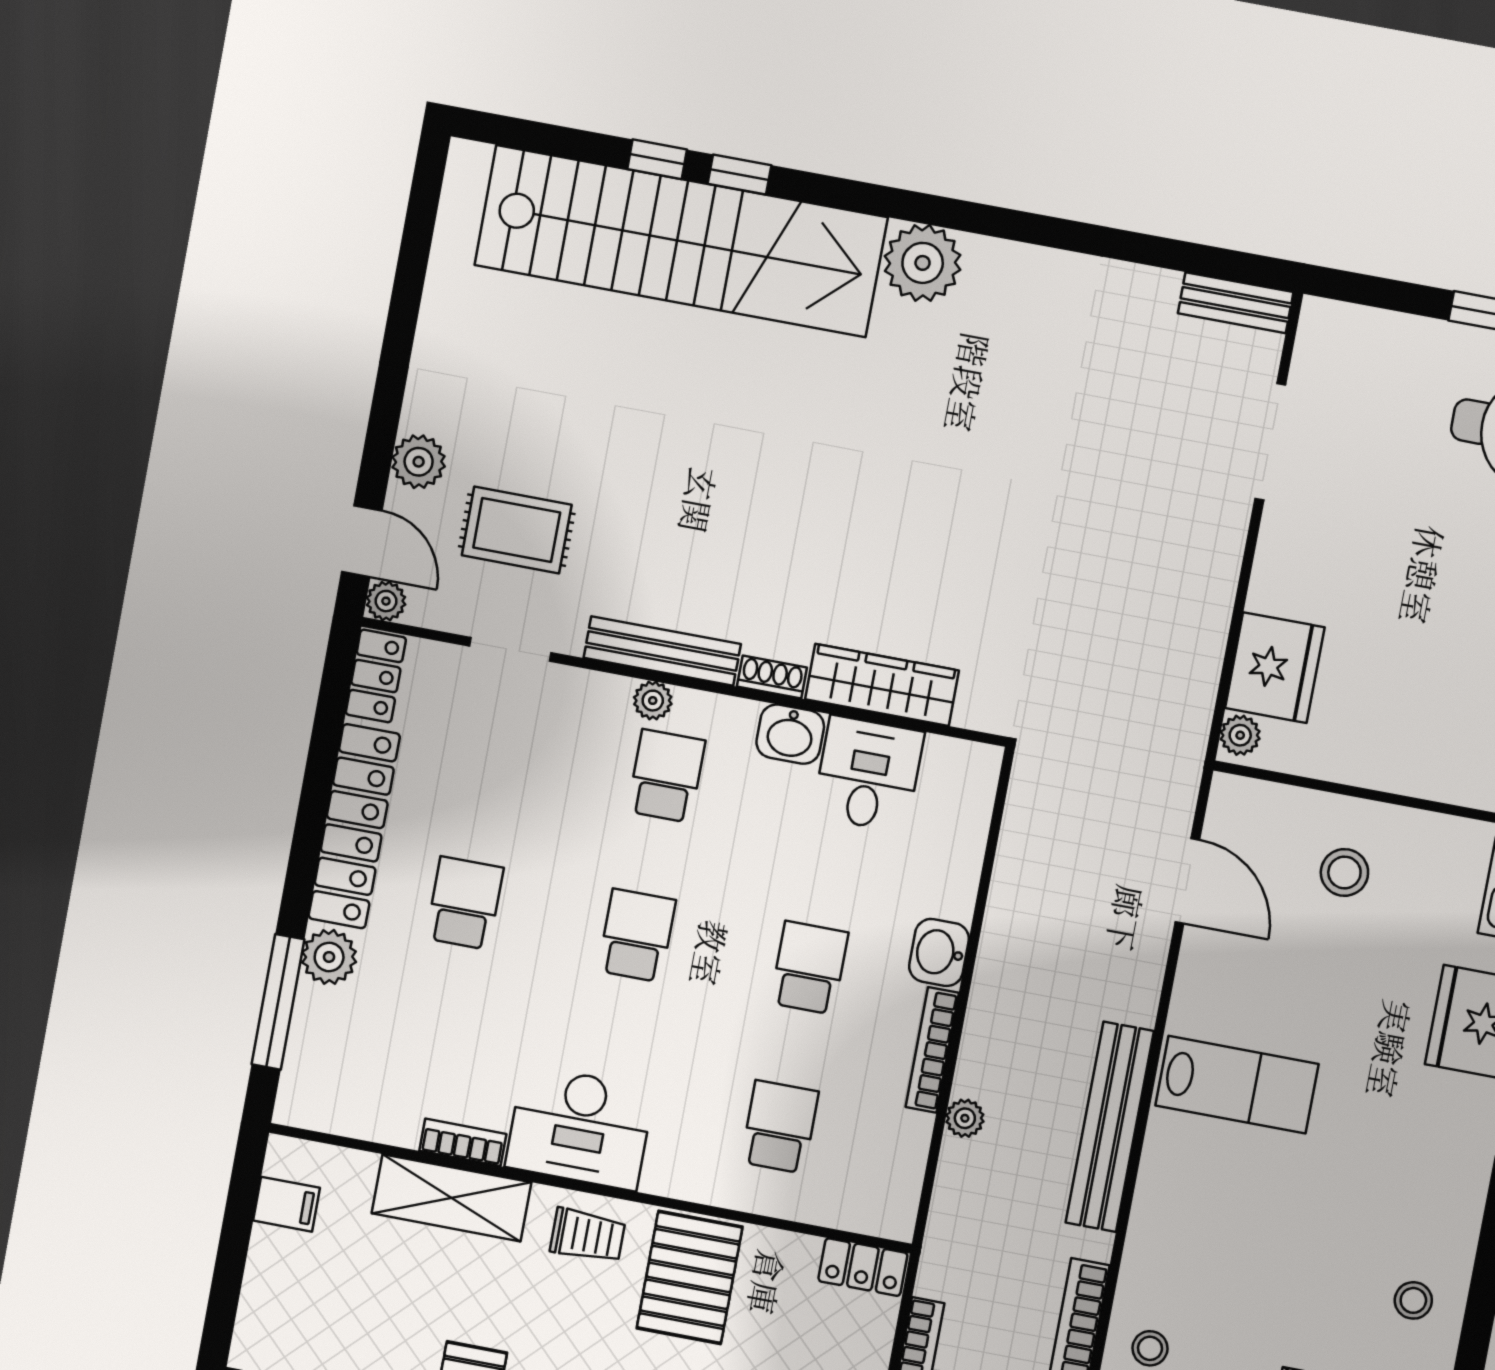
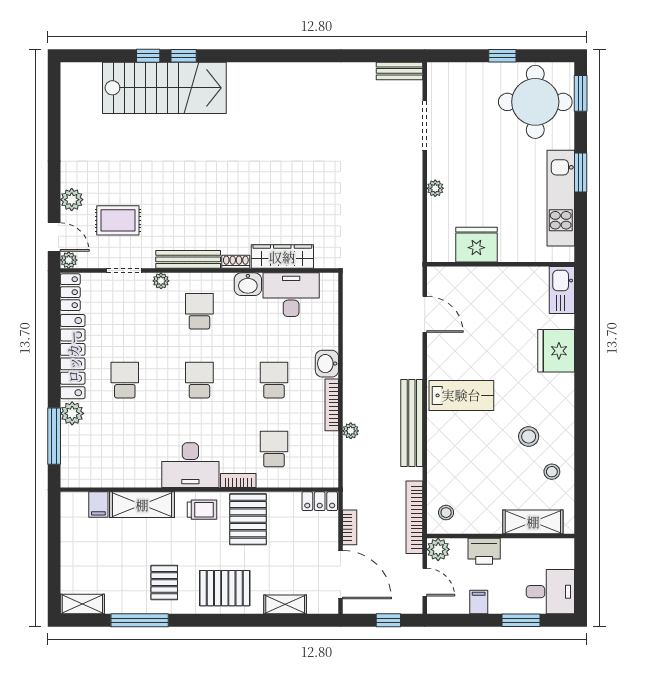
stairs: (681, 241) -> (164, 88), width x0.73
plant: (923, 263) -> (267, 78), removed
fridge: (1275, 668) -> (476, 245), moved, turned -90
plant: (653, 701) -> (161, 281), moved
plant: (1240, 735) -> (435, 188), moved
desk: (868, 774) -> (291, 295), width x1.37
stool: (1344, 872) -> (529, 437), moved
bookcase: (463, 1142) -> (238, 480), moved
filing cabinet: (286, 1204) -> (98, 504), moved, turned 90

